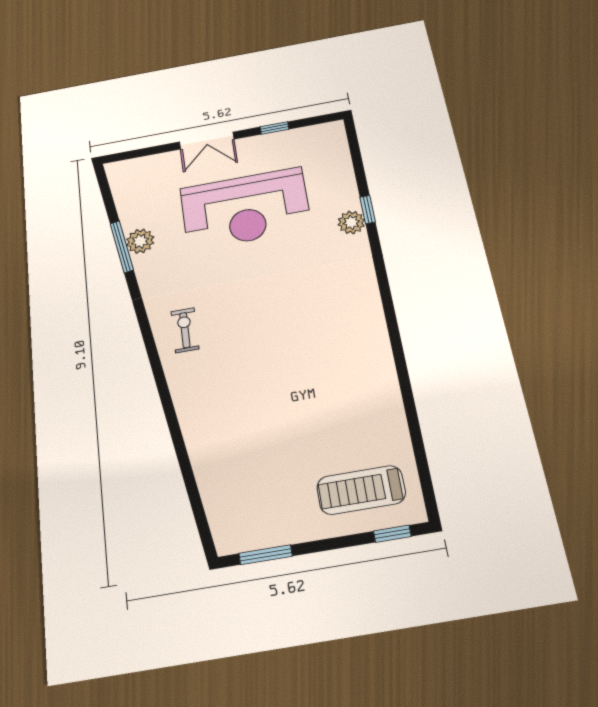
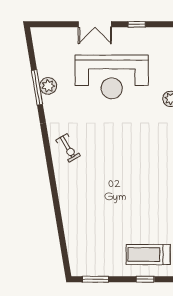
exercise bike: (185, 330) -> (68, 148), turned 149
window: (392, 534) -> (145, 279), moved

